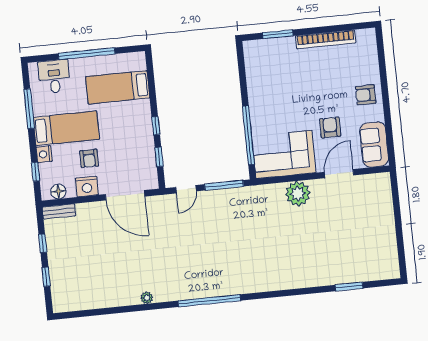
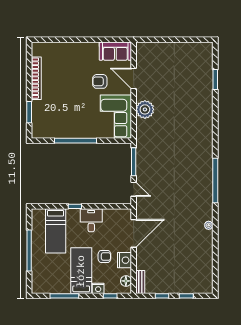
desk: (54, 76) -> (91, 220), moved, turned 90
armchair: (366, 95) -> (79, 54), removed
window: (156, 126) -> (75, 206), moved
window: (249, 135) -> (76, 141), moved
window: (159, 157) -> (108, 206), removed

